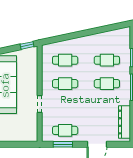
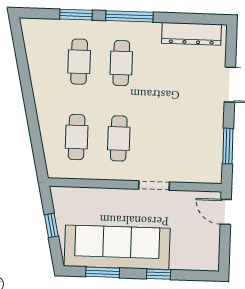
window: (27, 45) -> (51, 225), moved
cafe table: (65, 130) -> (203, 141), removed
door: (26, 144) -> (226, 212), added

